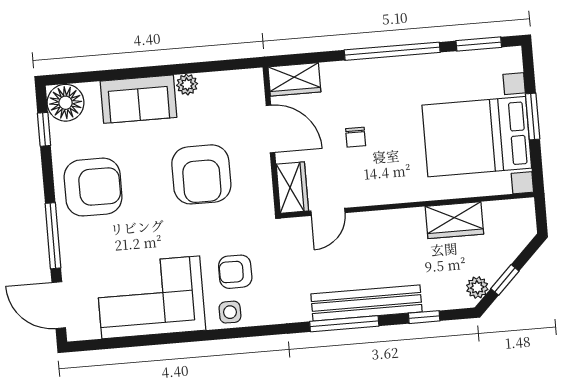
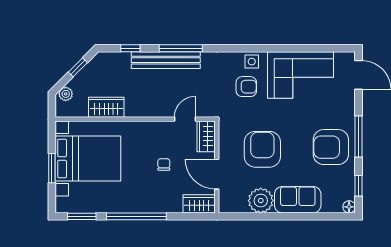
plant: (187, 84) -> (261, 201), width x1.87, depth x1.87
floor lamp: (66, 103) -> (349, 207), width x0.53, depth x0.53
window: (53, 236) -> (359, 136), moved
plant: (477, 287) -> (66, 94), moved

